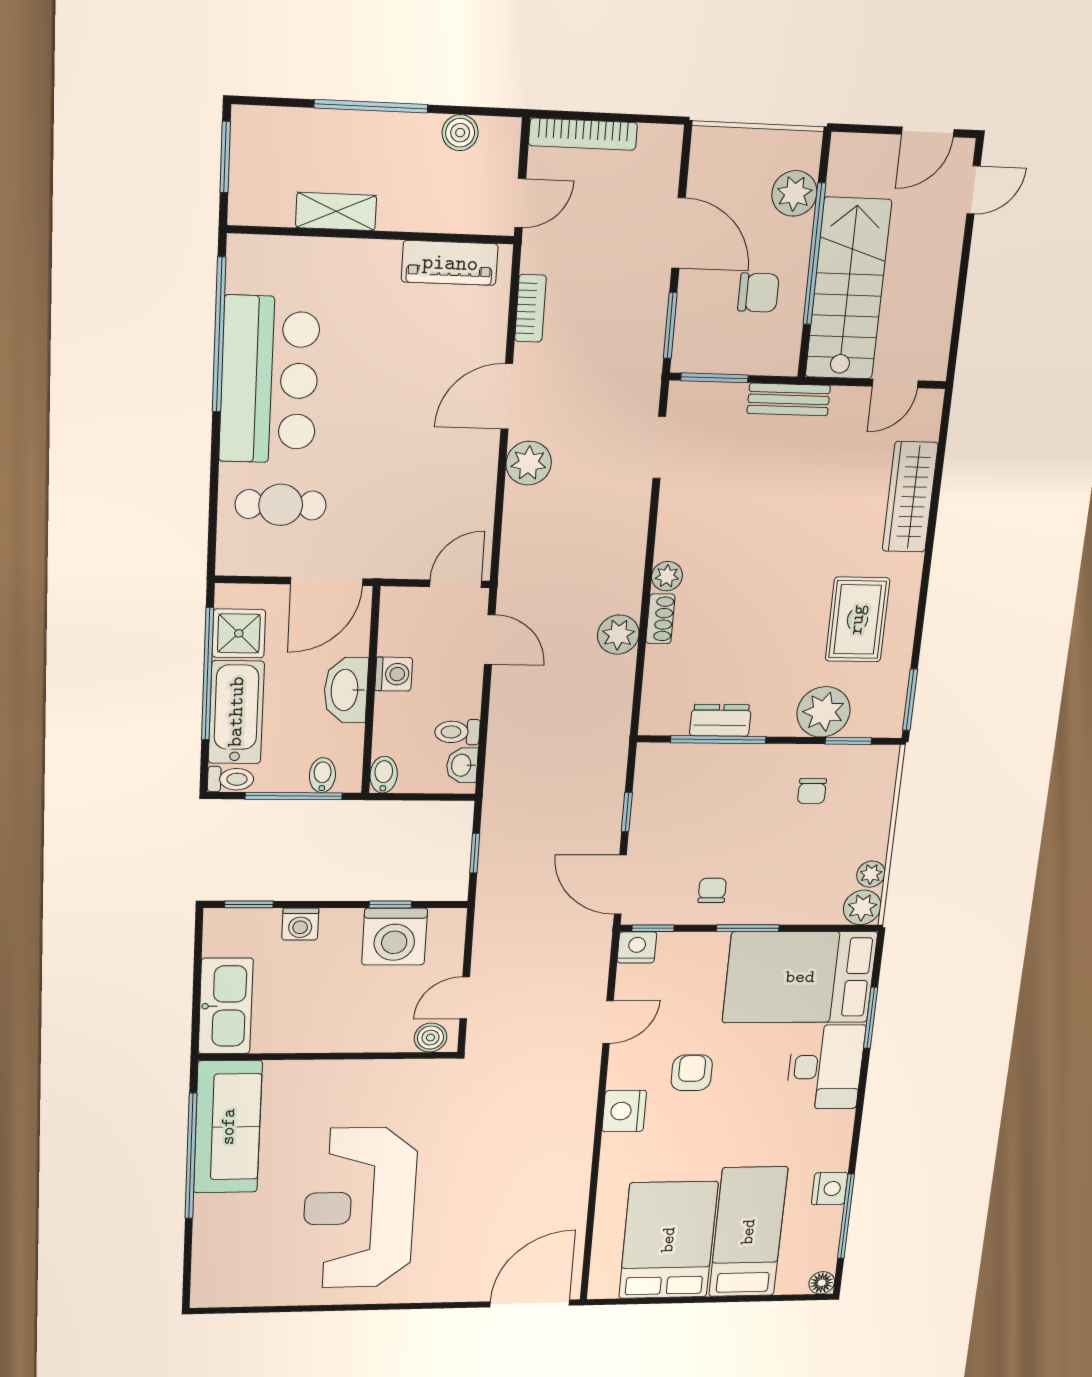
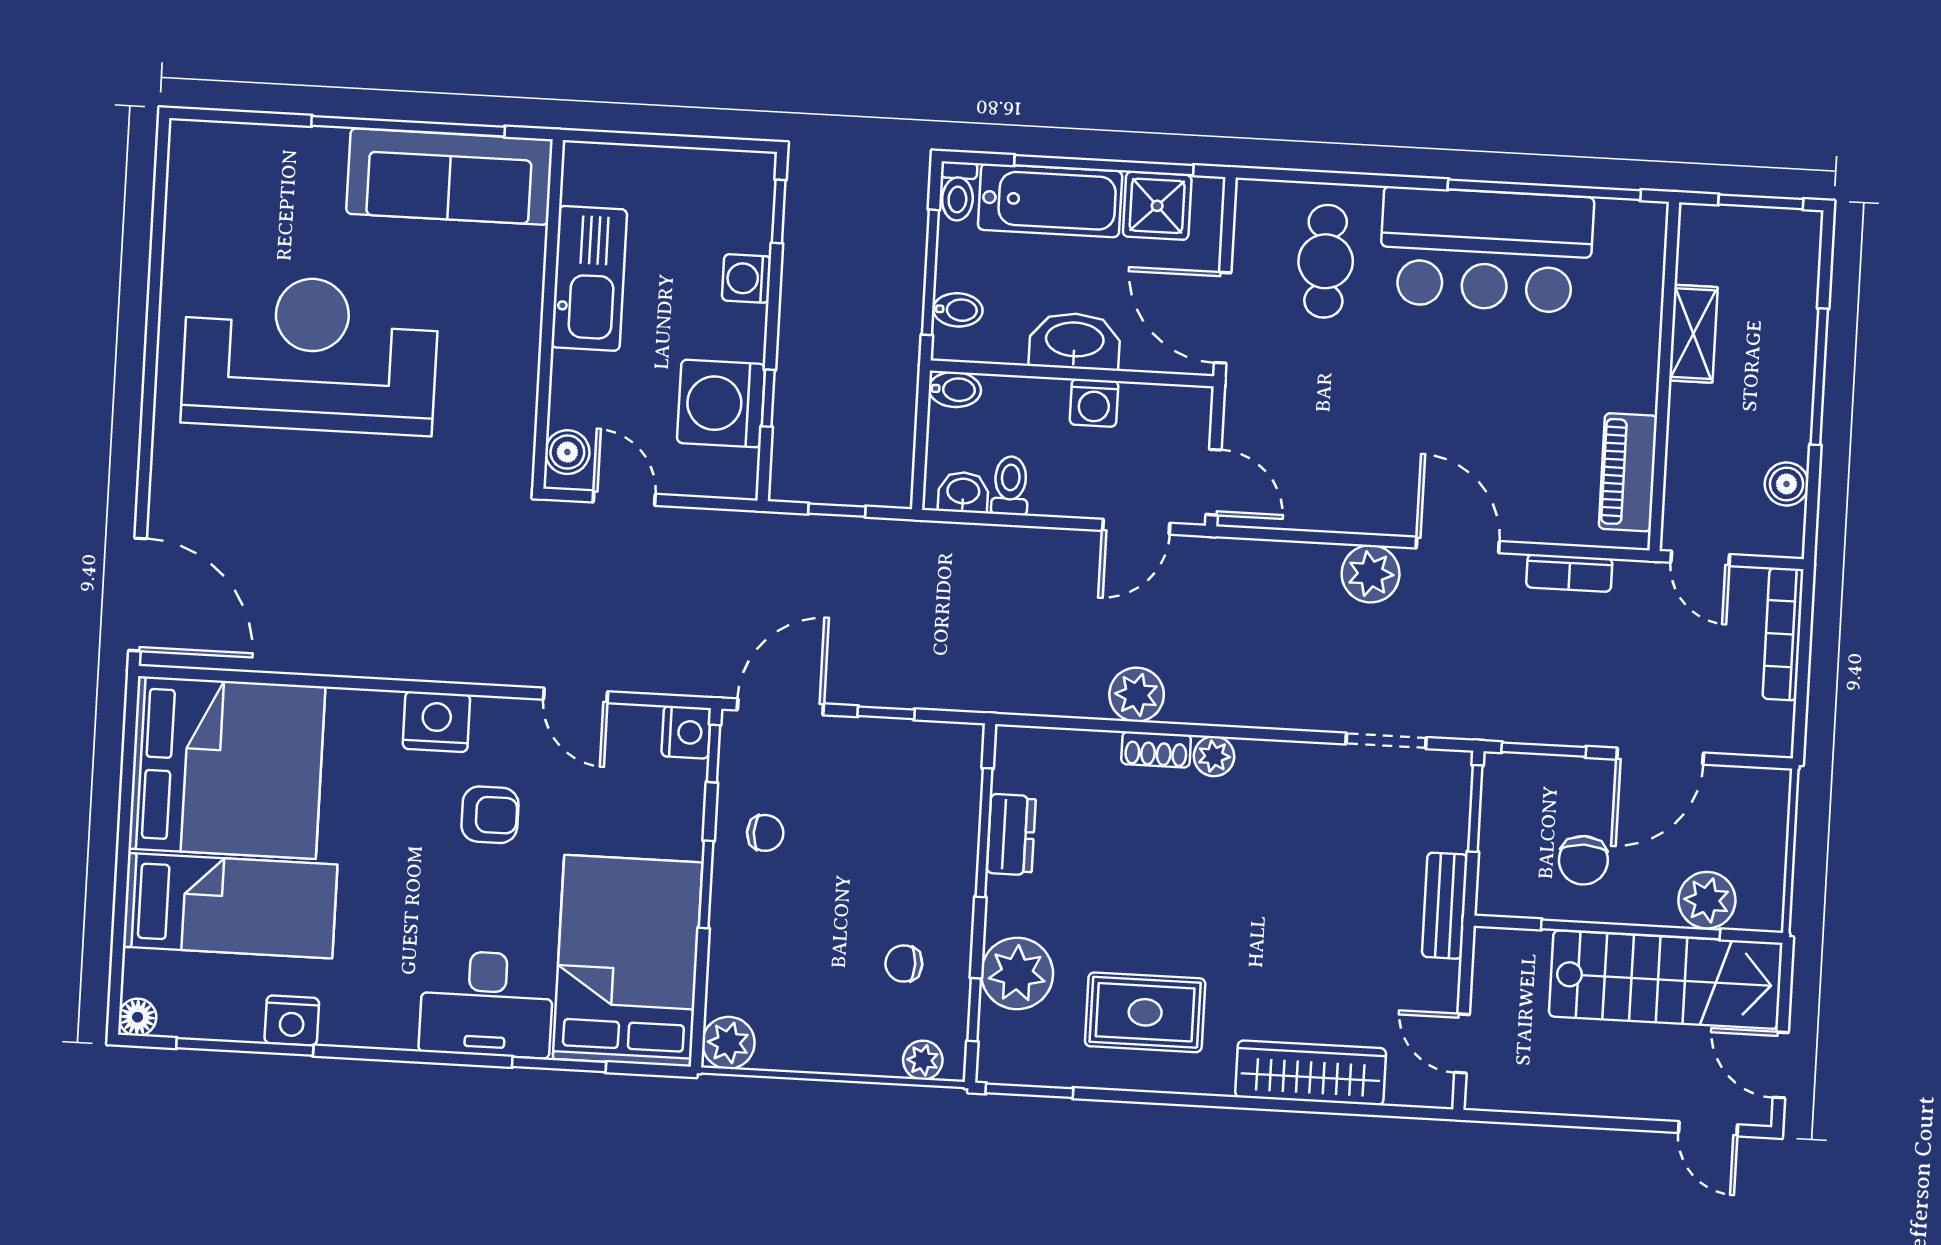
stairs: (848, 289) -> (1666, 980), moved
plant: (871, 874) -> (923, 1060), moved
kitchen sink: (226, 1006) -> (589, 278), moved, turned -90
bed: (668, 1240) -> (227, 768), width x1.36

